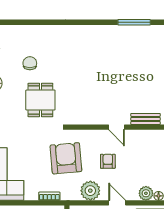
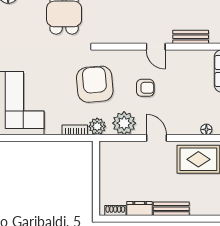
armchair: (108, 161) -> (145, 88), turned 90
plant: (146, 193) -> (97, 126), moved

